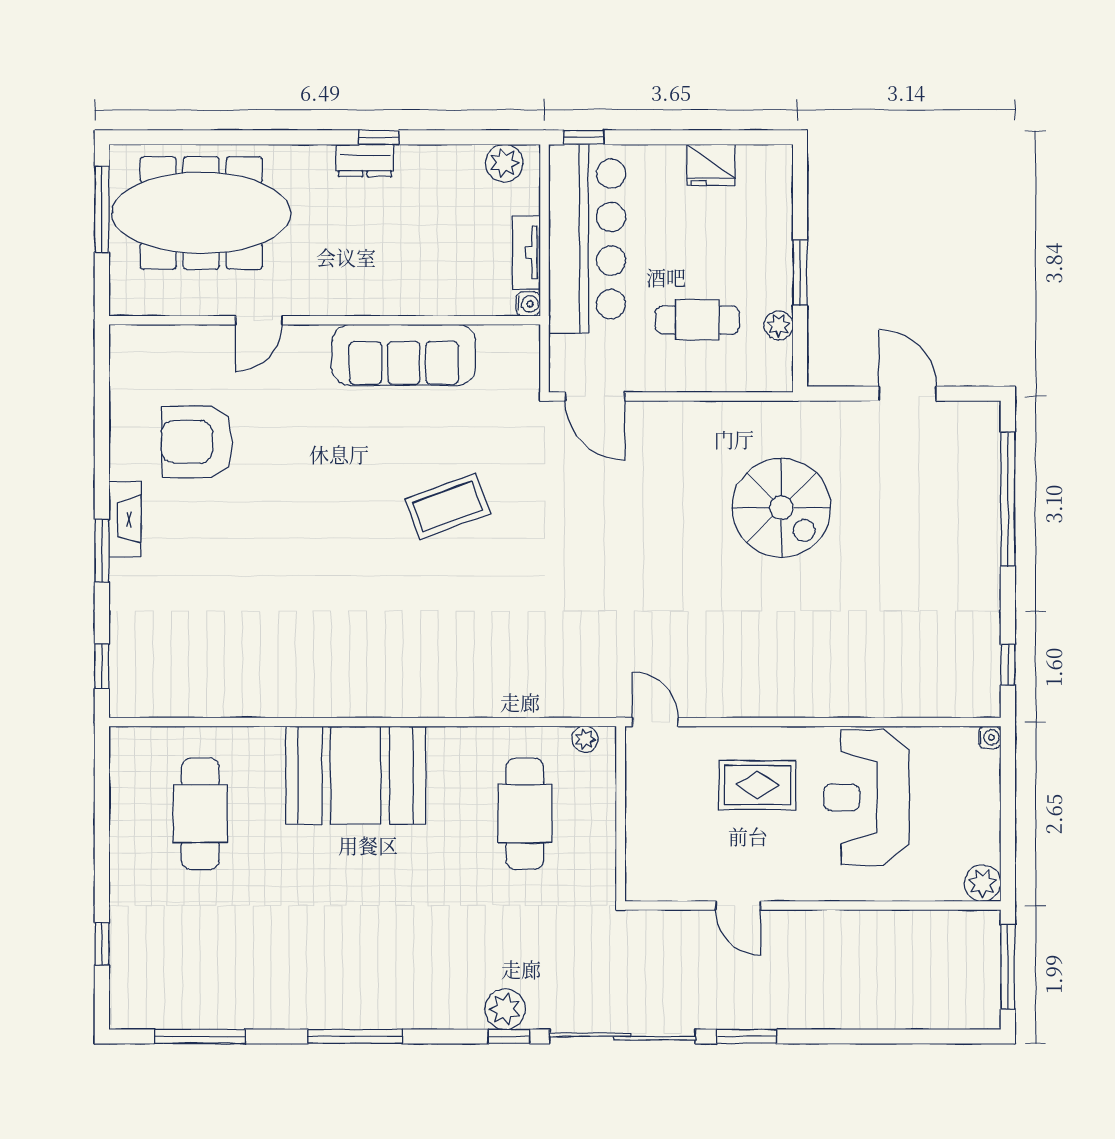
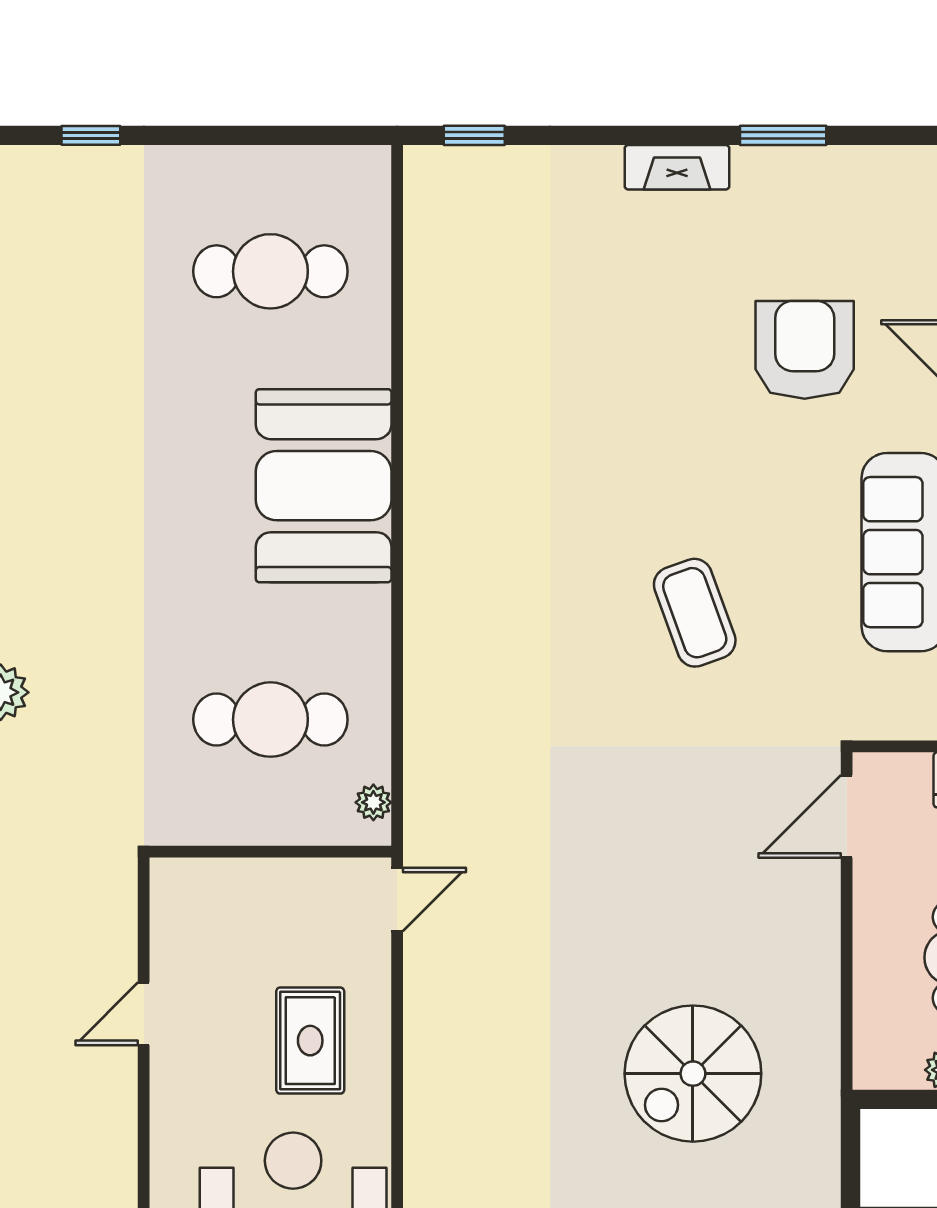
armchair: (197, 442) -> (805, 350), moved
window: (102, 551) -> (783, 135), moved

